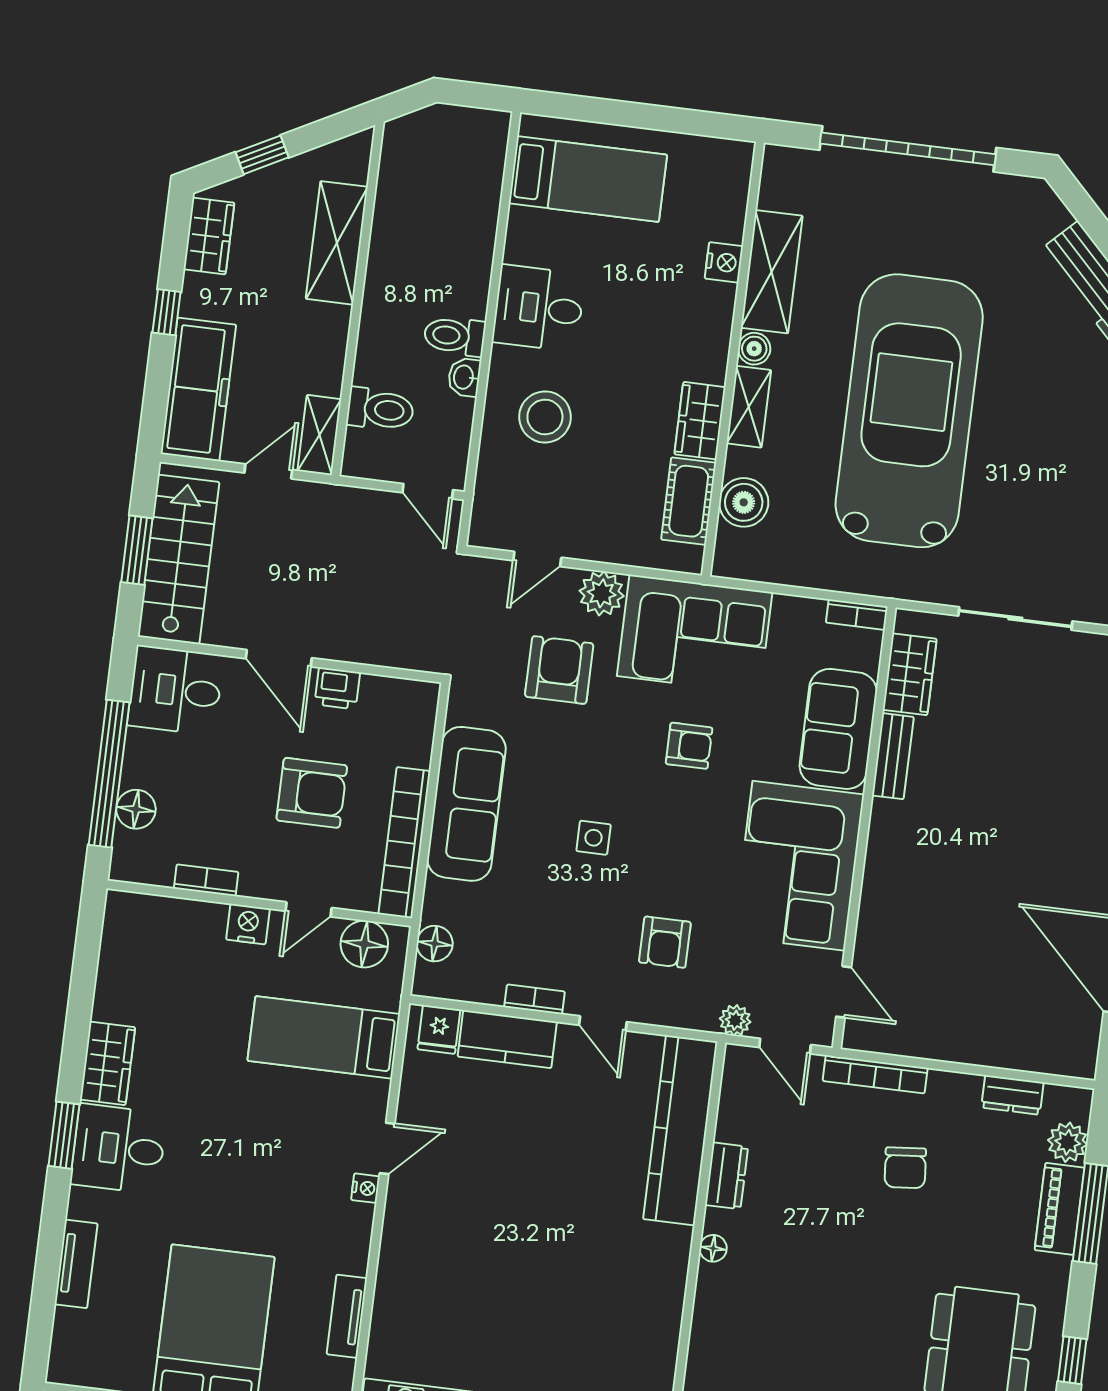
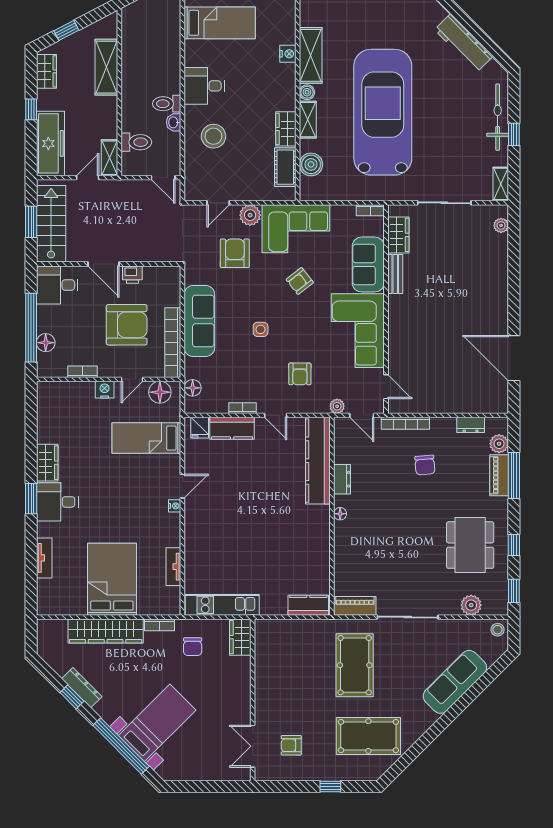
armchair: (689, 746) -> (300, 281), turned 142
armchair: (312, 793) -> (127, 325), width x1.36, depth x1.36

